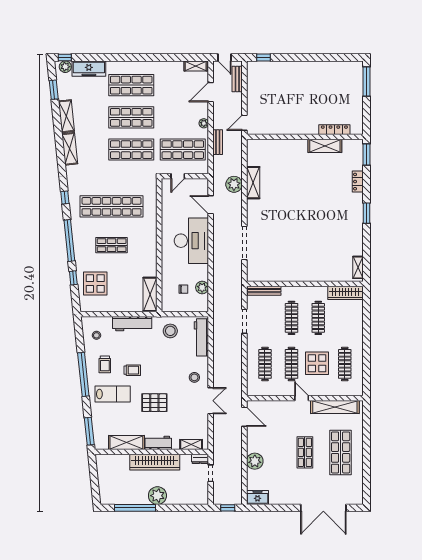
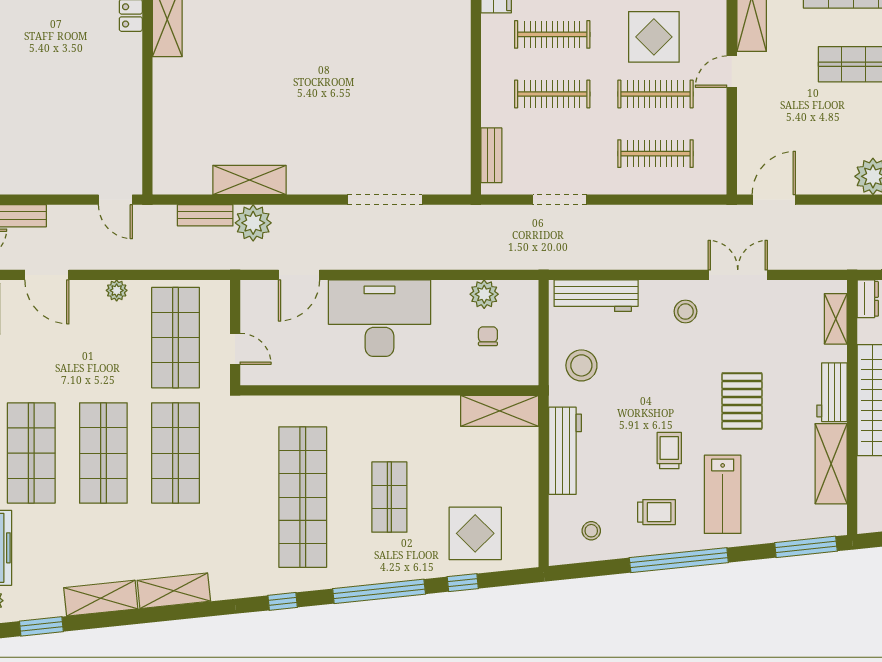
bench: (218, 142) -> (205, 215), moved
bench: (264, 291) -> (491, 155), width x0.73
lab bench: (113, 394) -> (723, 494), turned 180

